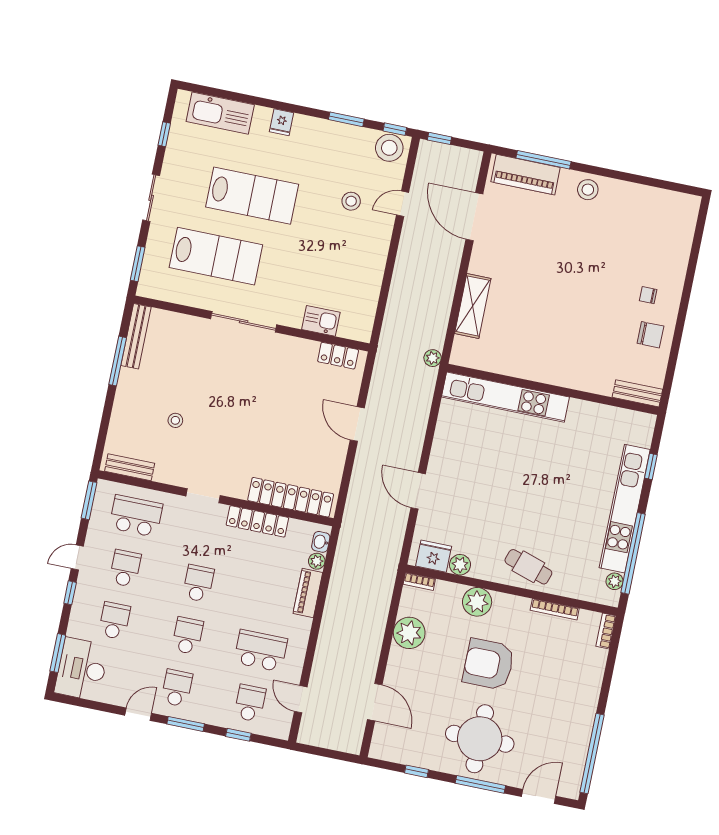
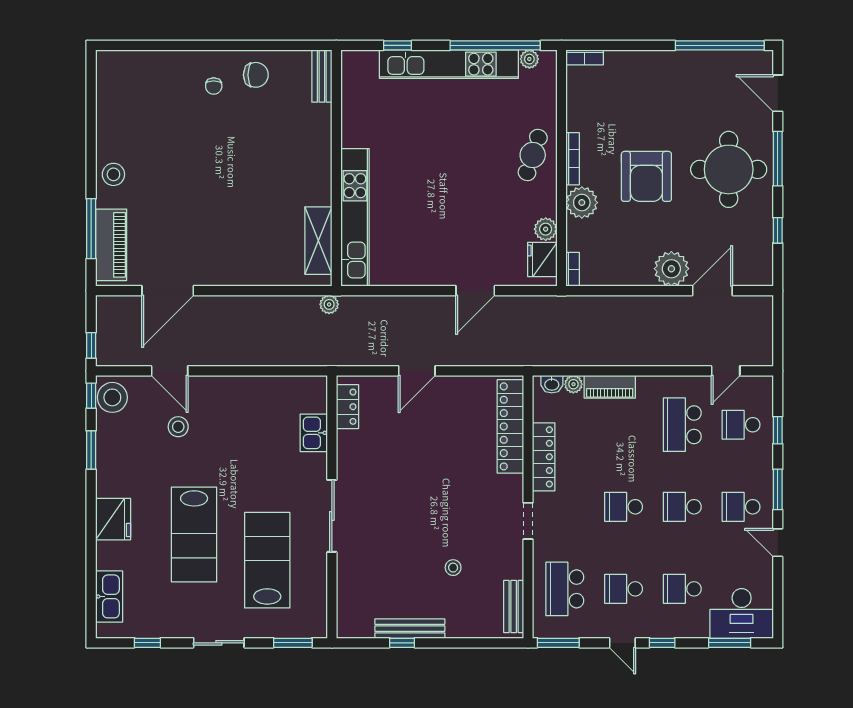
kitchen sink: (220, 113) -> (109, 596), width x0.73, depth x0.81
fridge: (281, 122) -> (113, 519), width x1.88, depth x1.34
lab bench: (252, 196) -> (194, 535), turned 180
door: (403, 204) -> (170, 371), width x1.38
shelving: (473, 306) -> (318, 241), moved, turned 90
chair: (650, 335) -> (256, 75), turned 90
bench: (136, 336) -> (410, 629), moved
window: (118, 361) -> (402, 643), width x0.46
bookcase: (555, 609) -> (573, 159), moved
plant: (409, 633) -> (671, 269), moved

